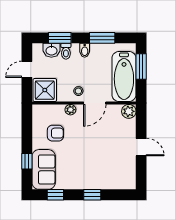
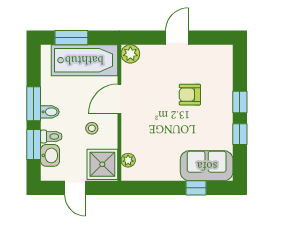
window: (102, 38) -> (34, 104), moved
stool: (78, 91) -> (92, 128), moved
door: (95, 103) -> (119, 99), swing flipped
plant: (70, 110) -> (128, 160), moved
armchair: (55, 133) -> (190, 95), moved, turned -90
window: (55, 195) -> (240, 134), moved

